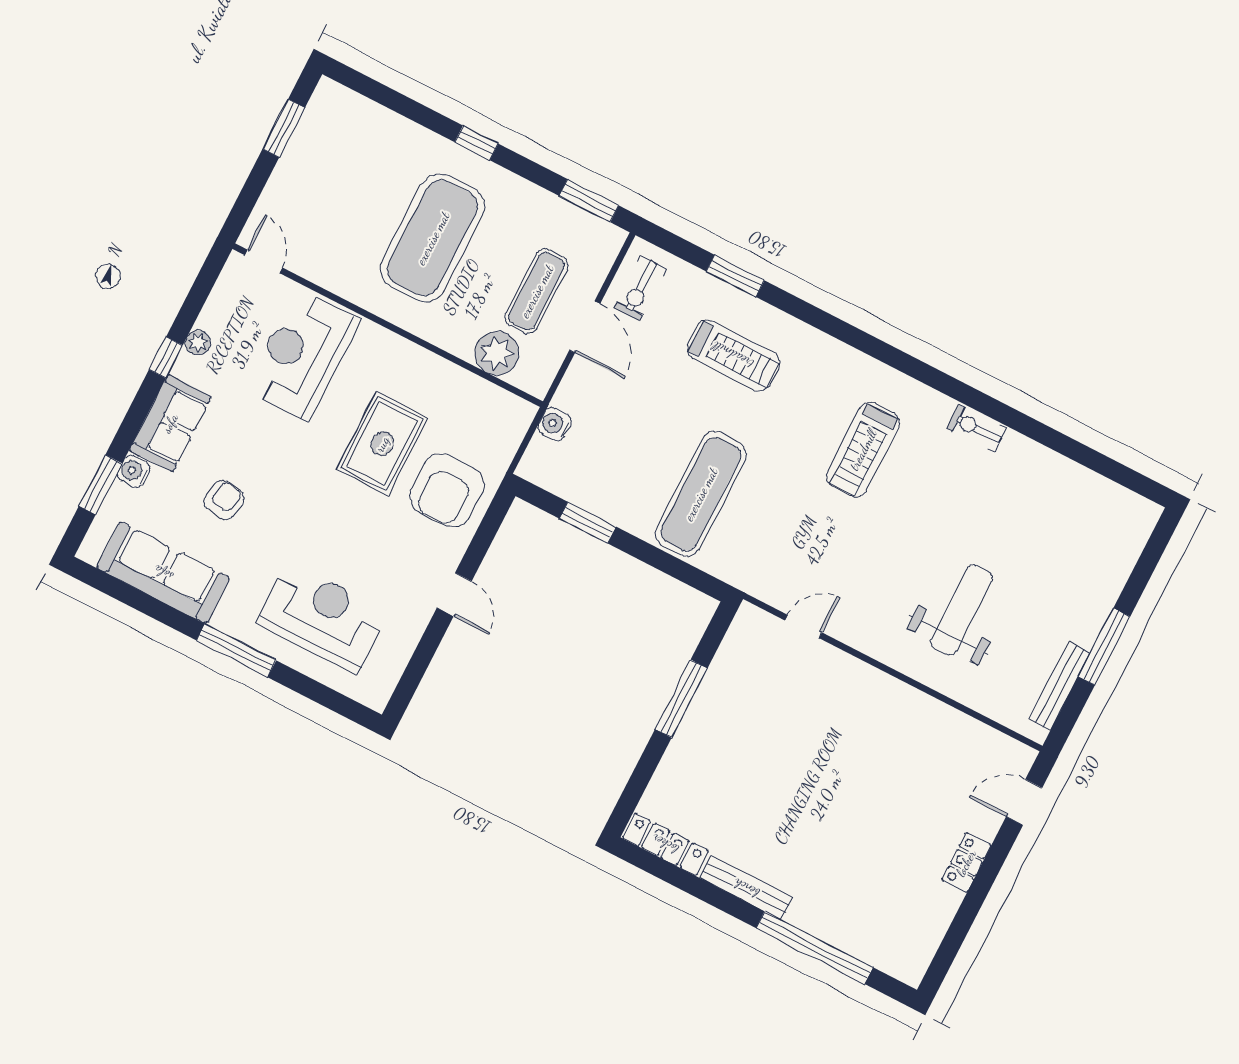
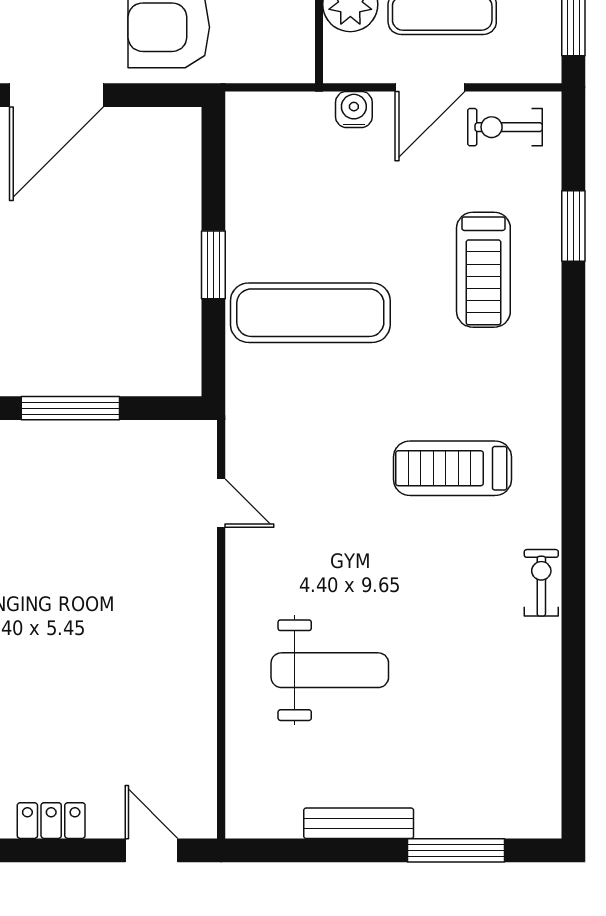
water cooler: (555, 424) -> (354, 109), moved
window: (588, 523) -> (213, 265), moved
door: (454, 595) -> (56, 95), width x1.88
window: (1104, 647) -> (456, 850), moved
bench: (1059, 686) -> (359, 823), moved

